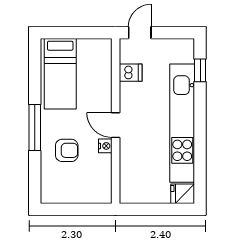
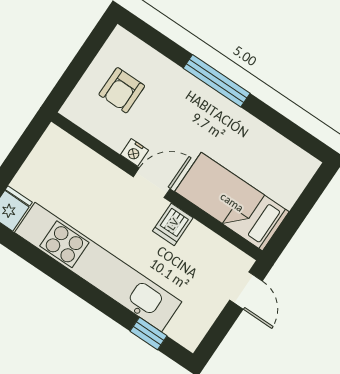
dishwasher: (131, 73) -> (173, 224), moved
bed: (60, 74) -> (232, 202), moved
armchair: (67, 150) -> (122, 90), moved

